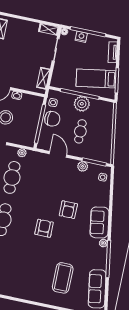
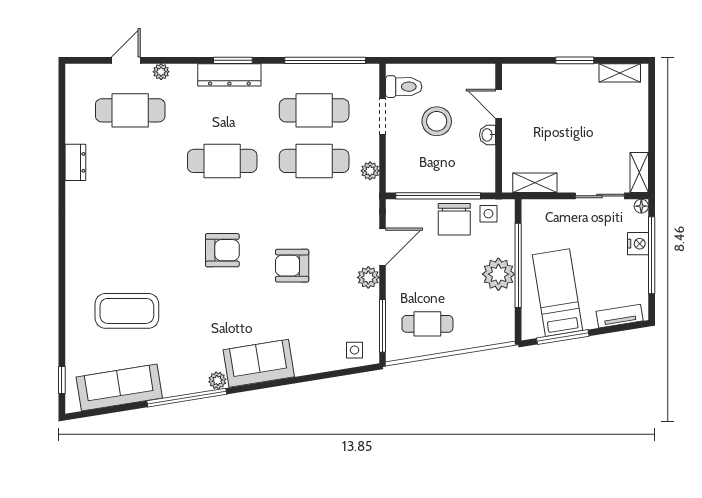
cafe table: (80, 131) -> (427, 324), moved
plant: (83, 166) -> (368, 277), moved
armchair: (68, 210) -> (292, 266), moved

